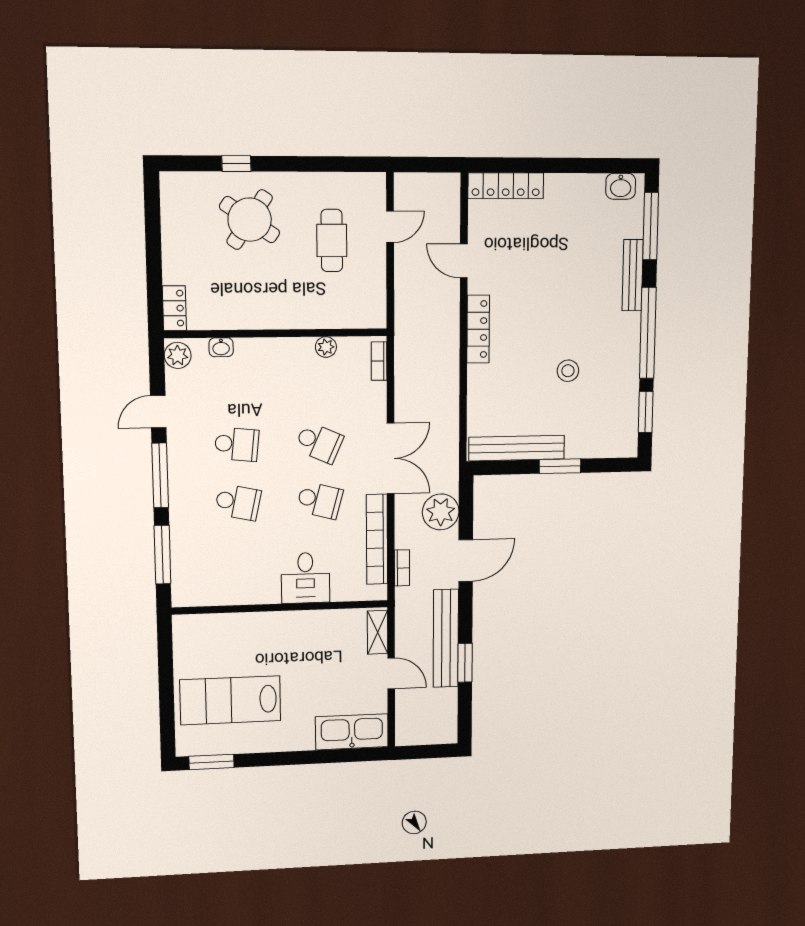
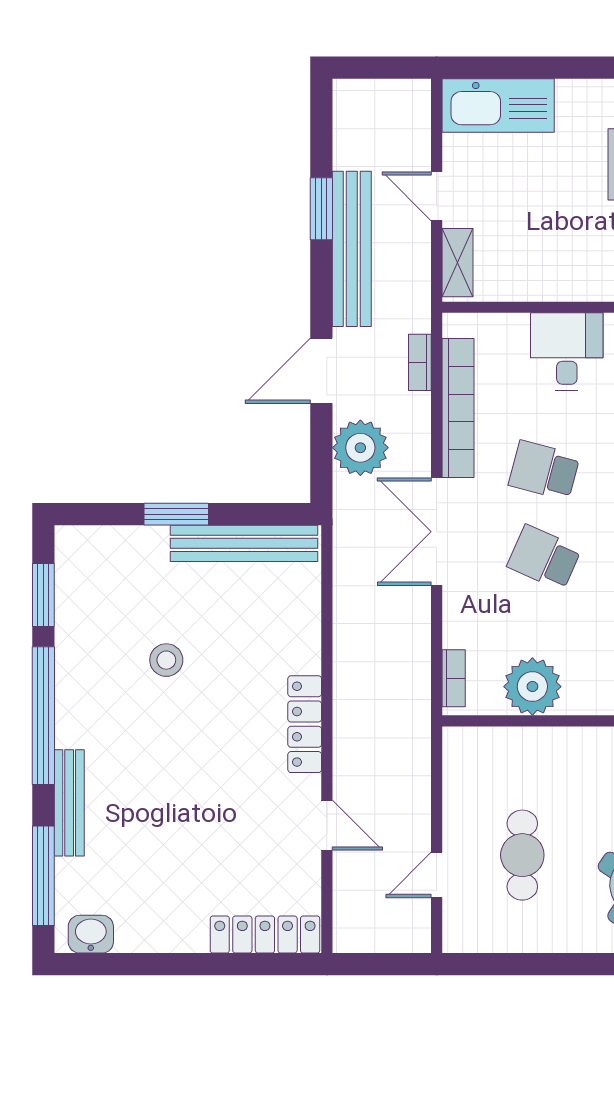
plant: (326, 347) -> (532, 687), width x1.88, depth x1.88

